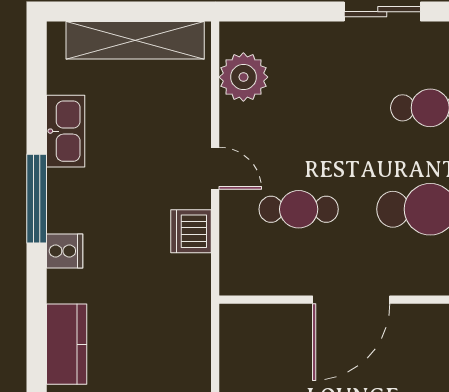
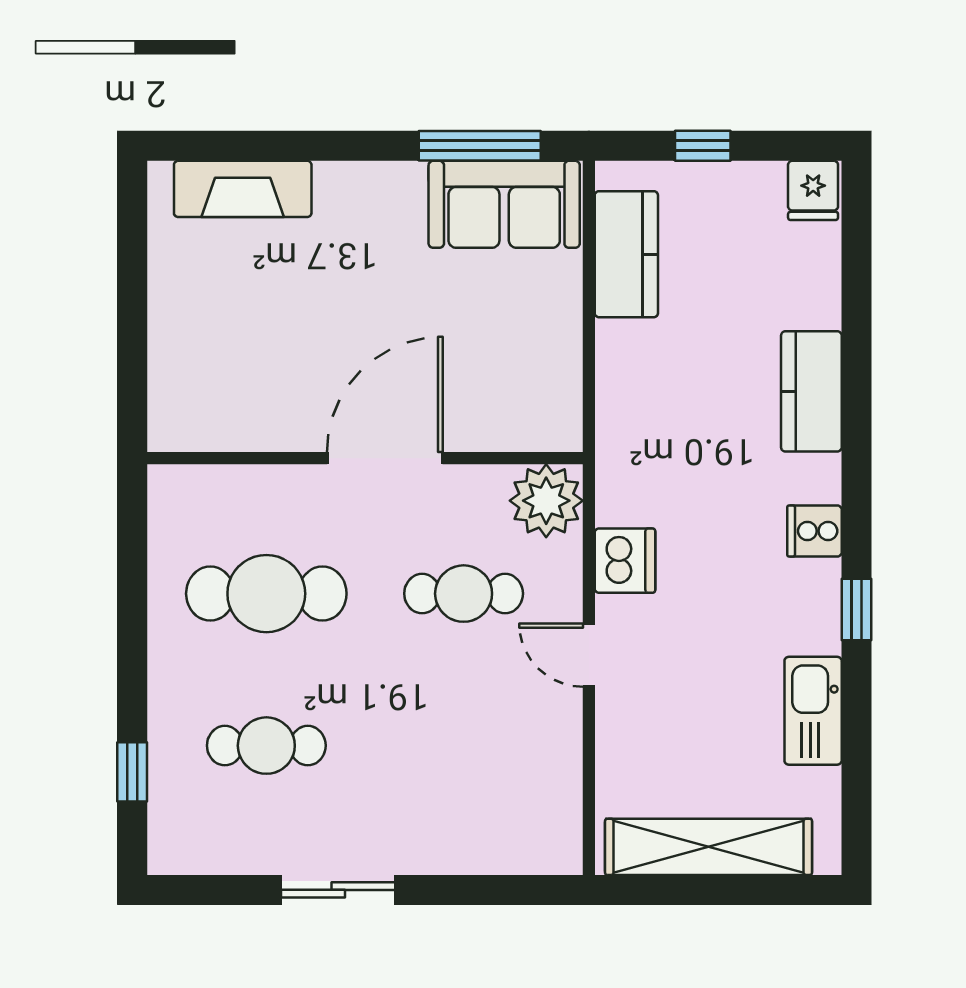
plant: (243, 77) -> (546, 501), moved
window: (37, 199) -> (856, 609), width x0.46

